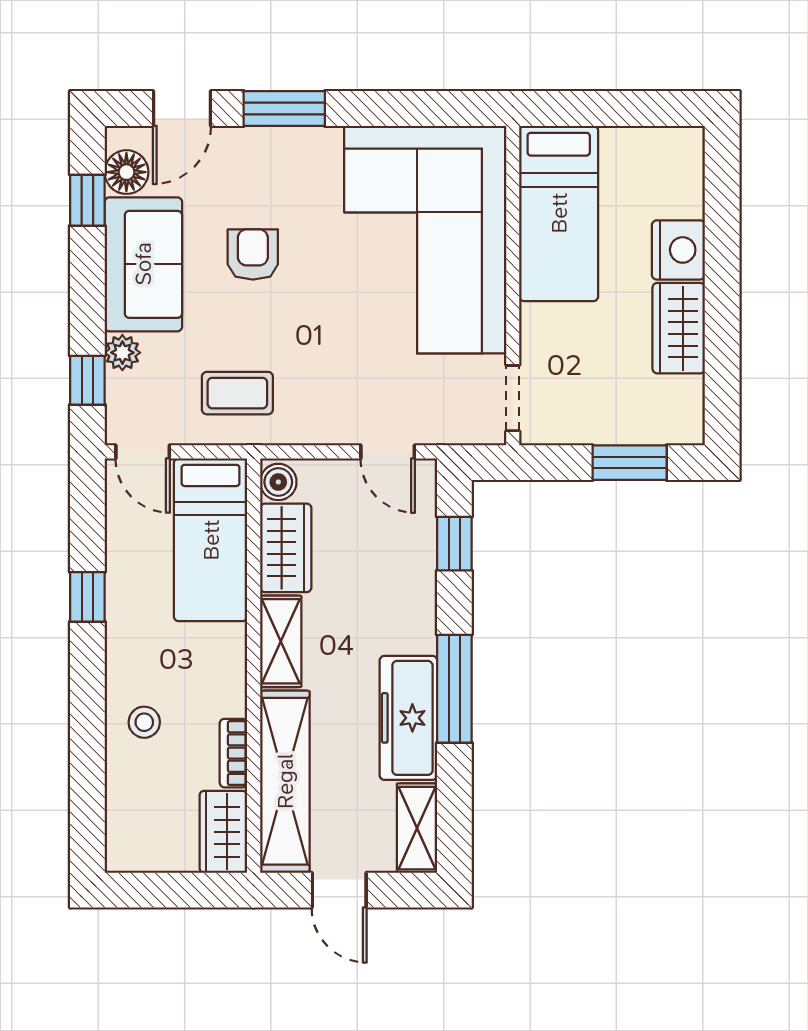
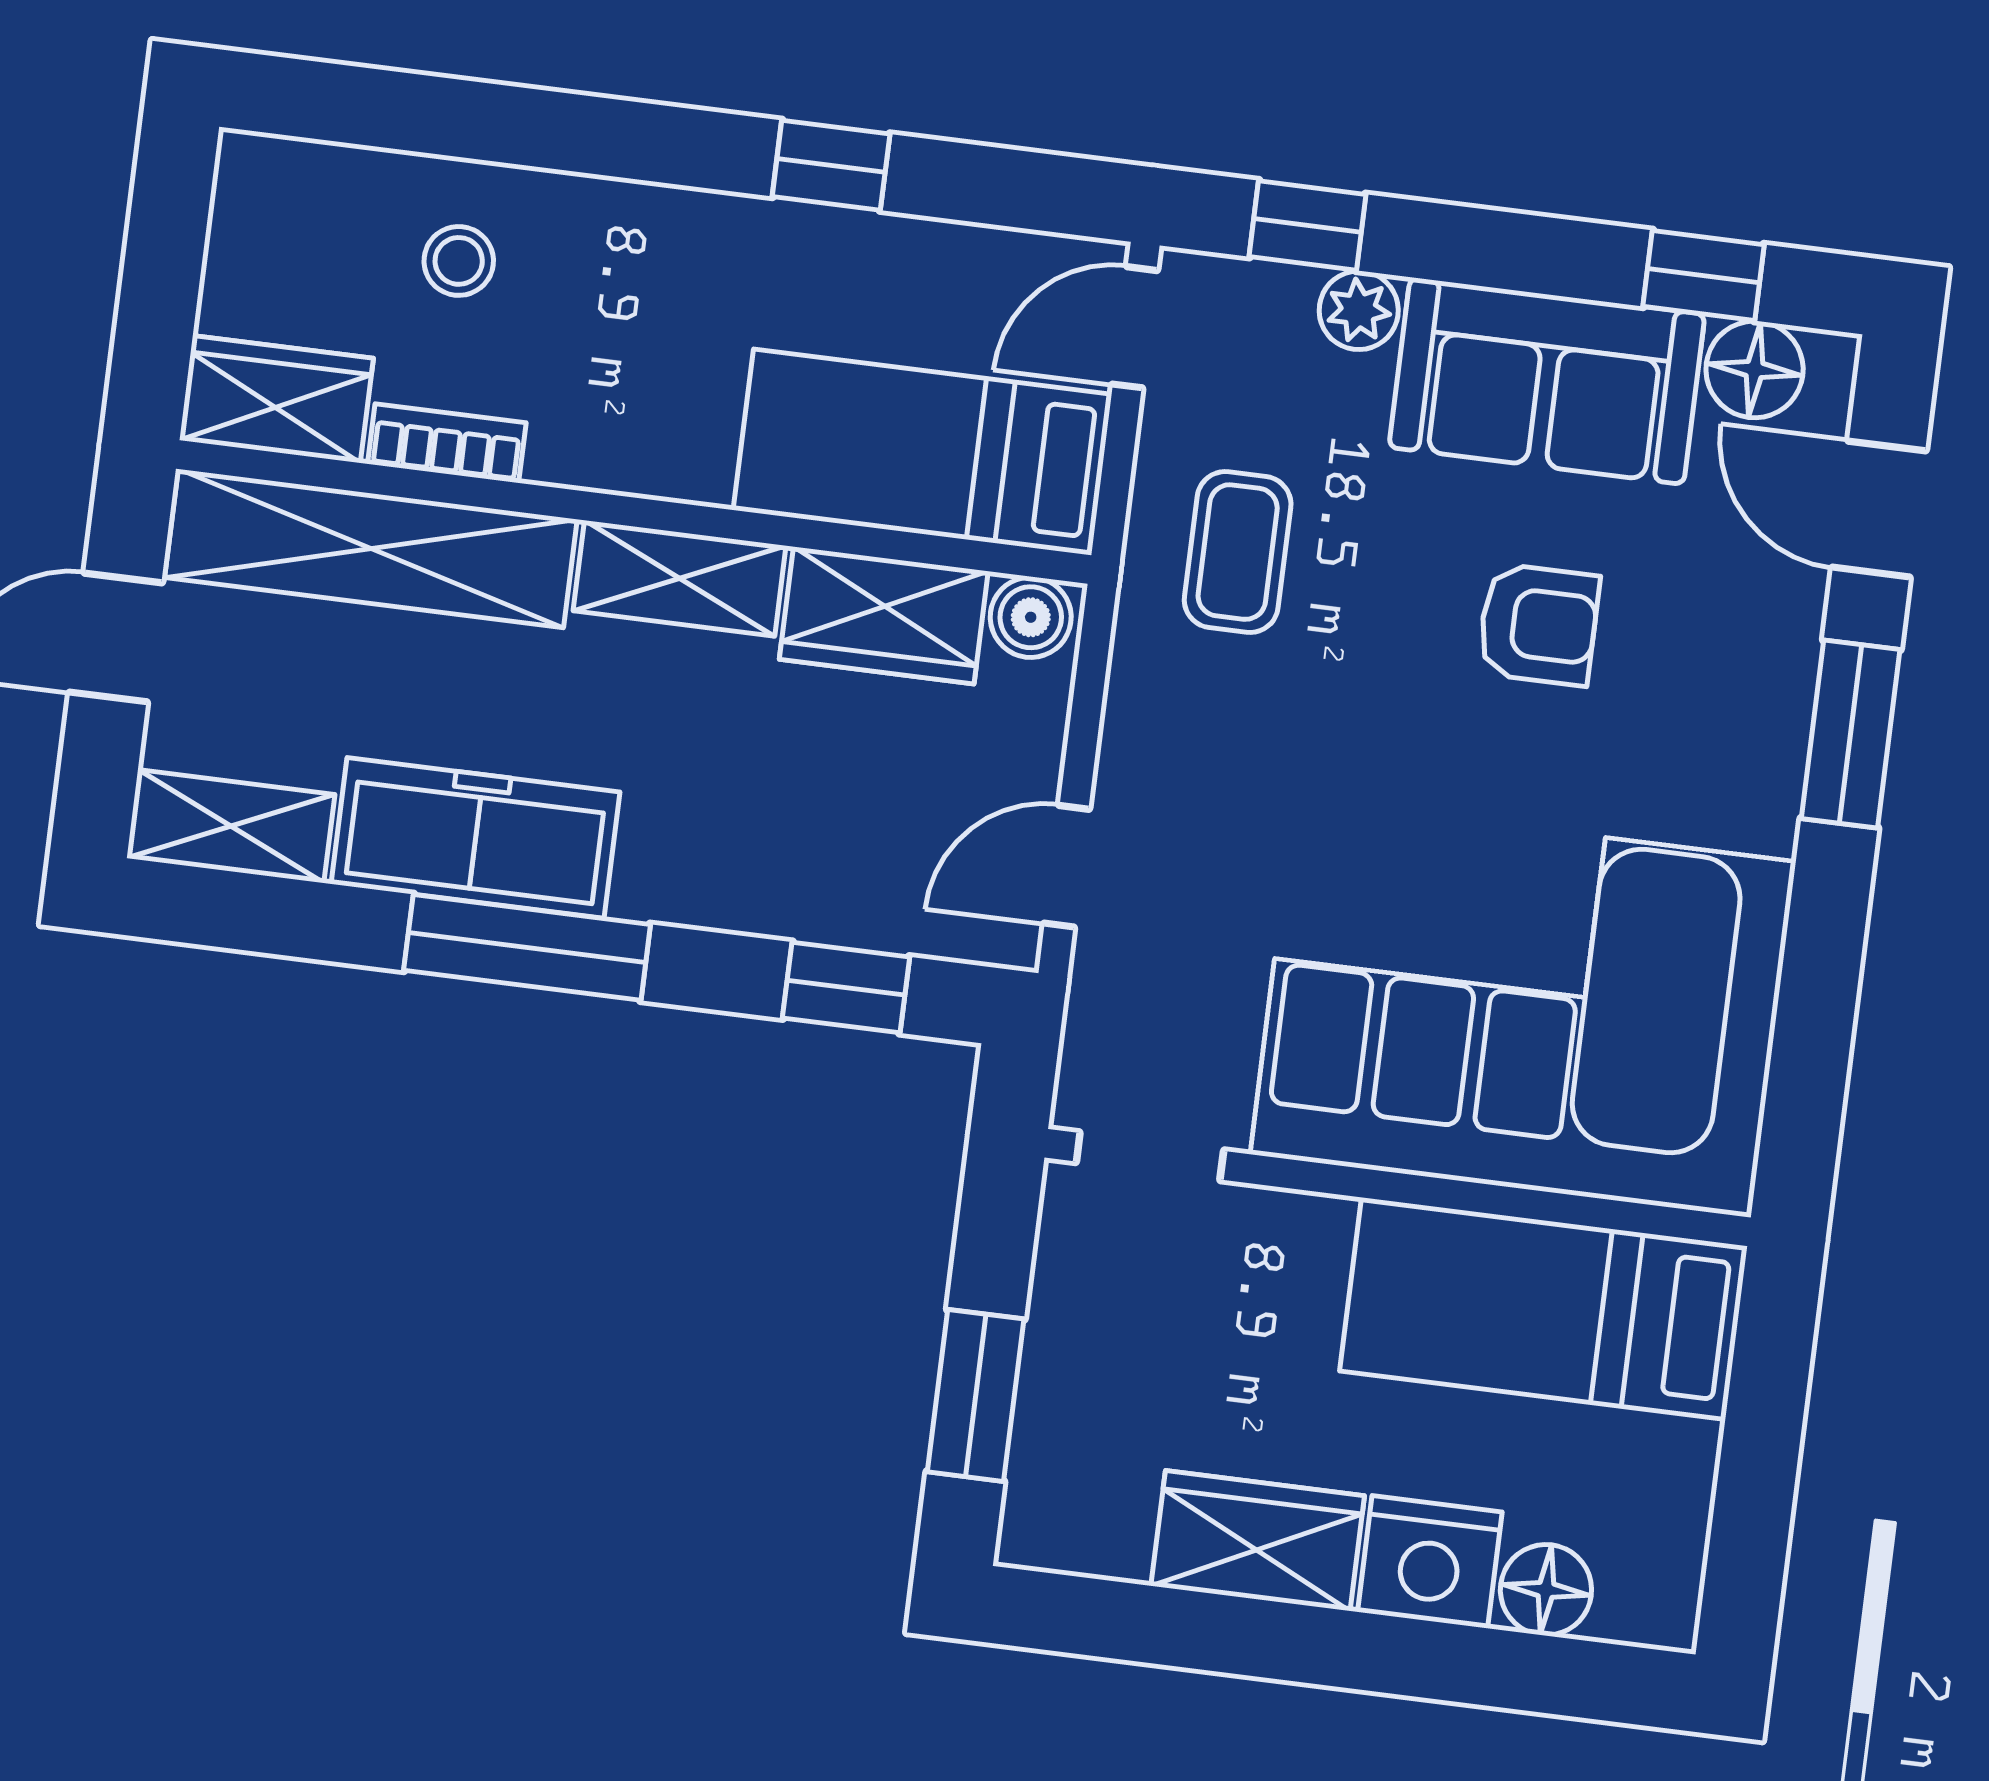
floor lamp: (684, 196) -> (1546, 1590), added
stool: (144, 722) -> (459, 261), moved

